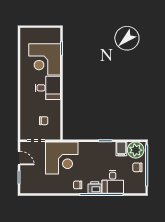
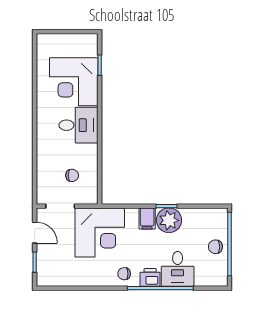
filing cabinet: (121, 149) -> (147, 218), moved
plant: (136, 150) -> (169, 220), moved

